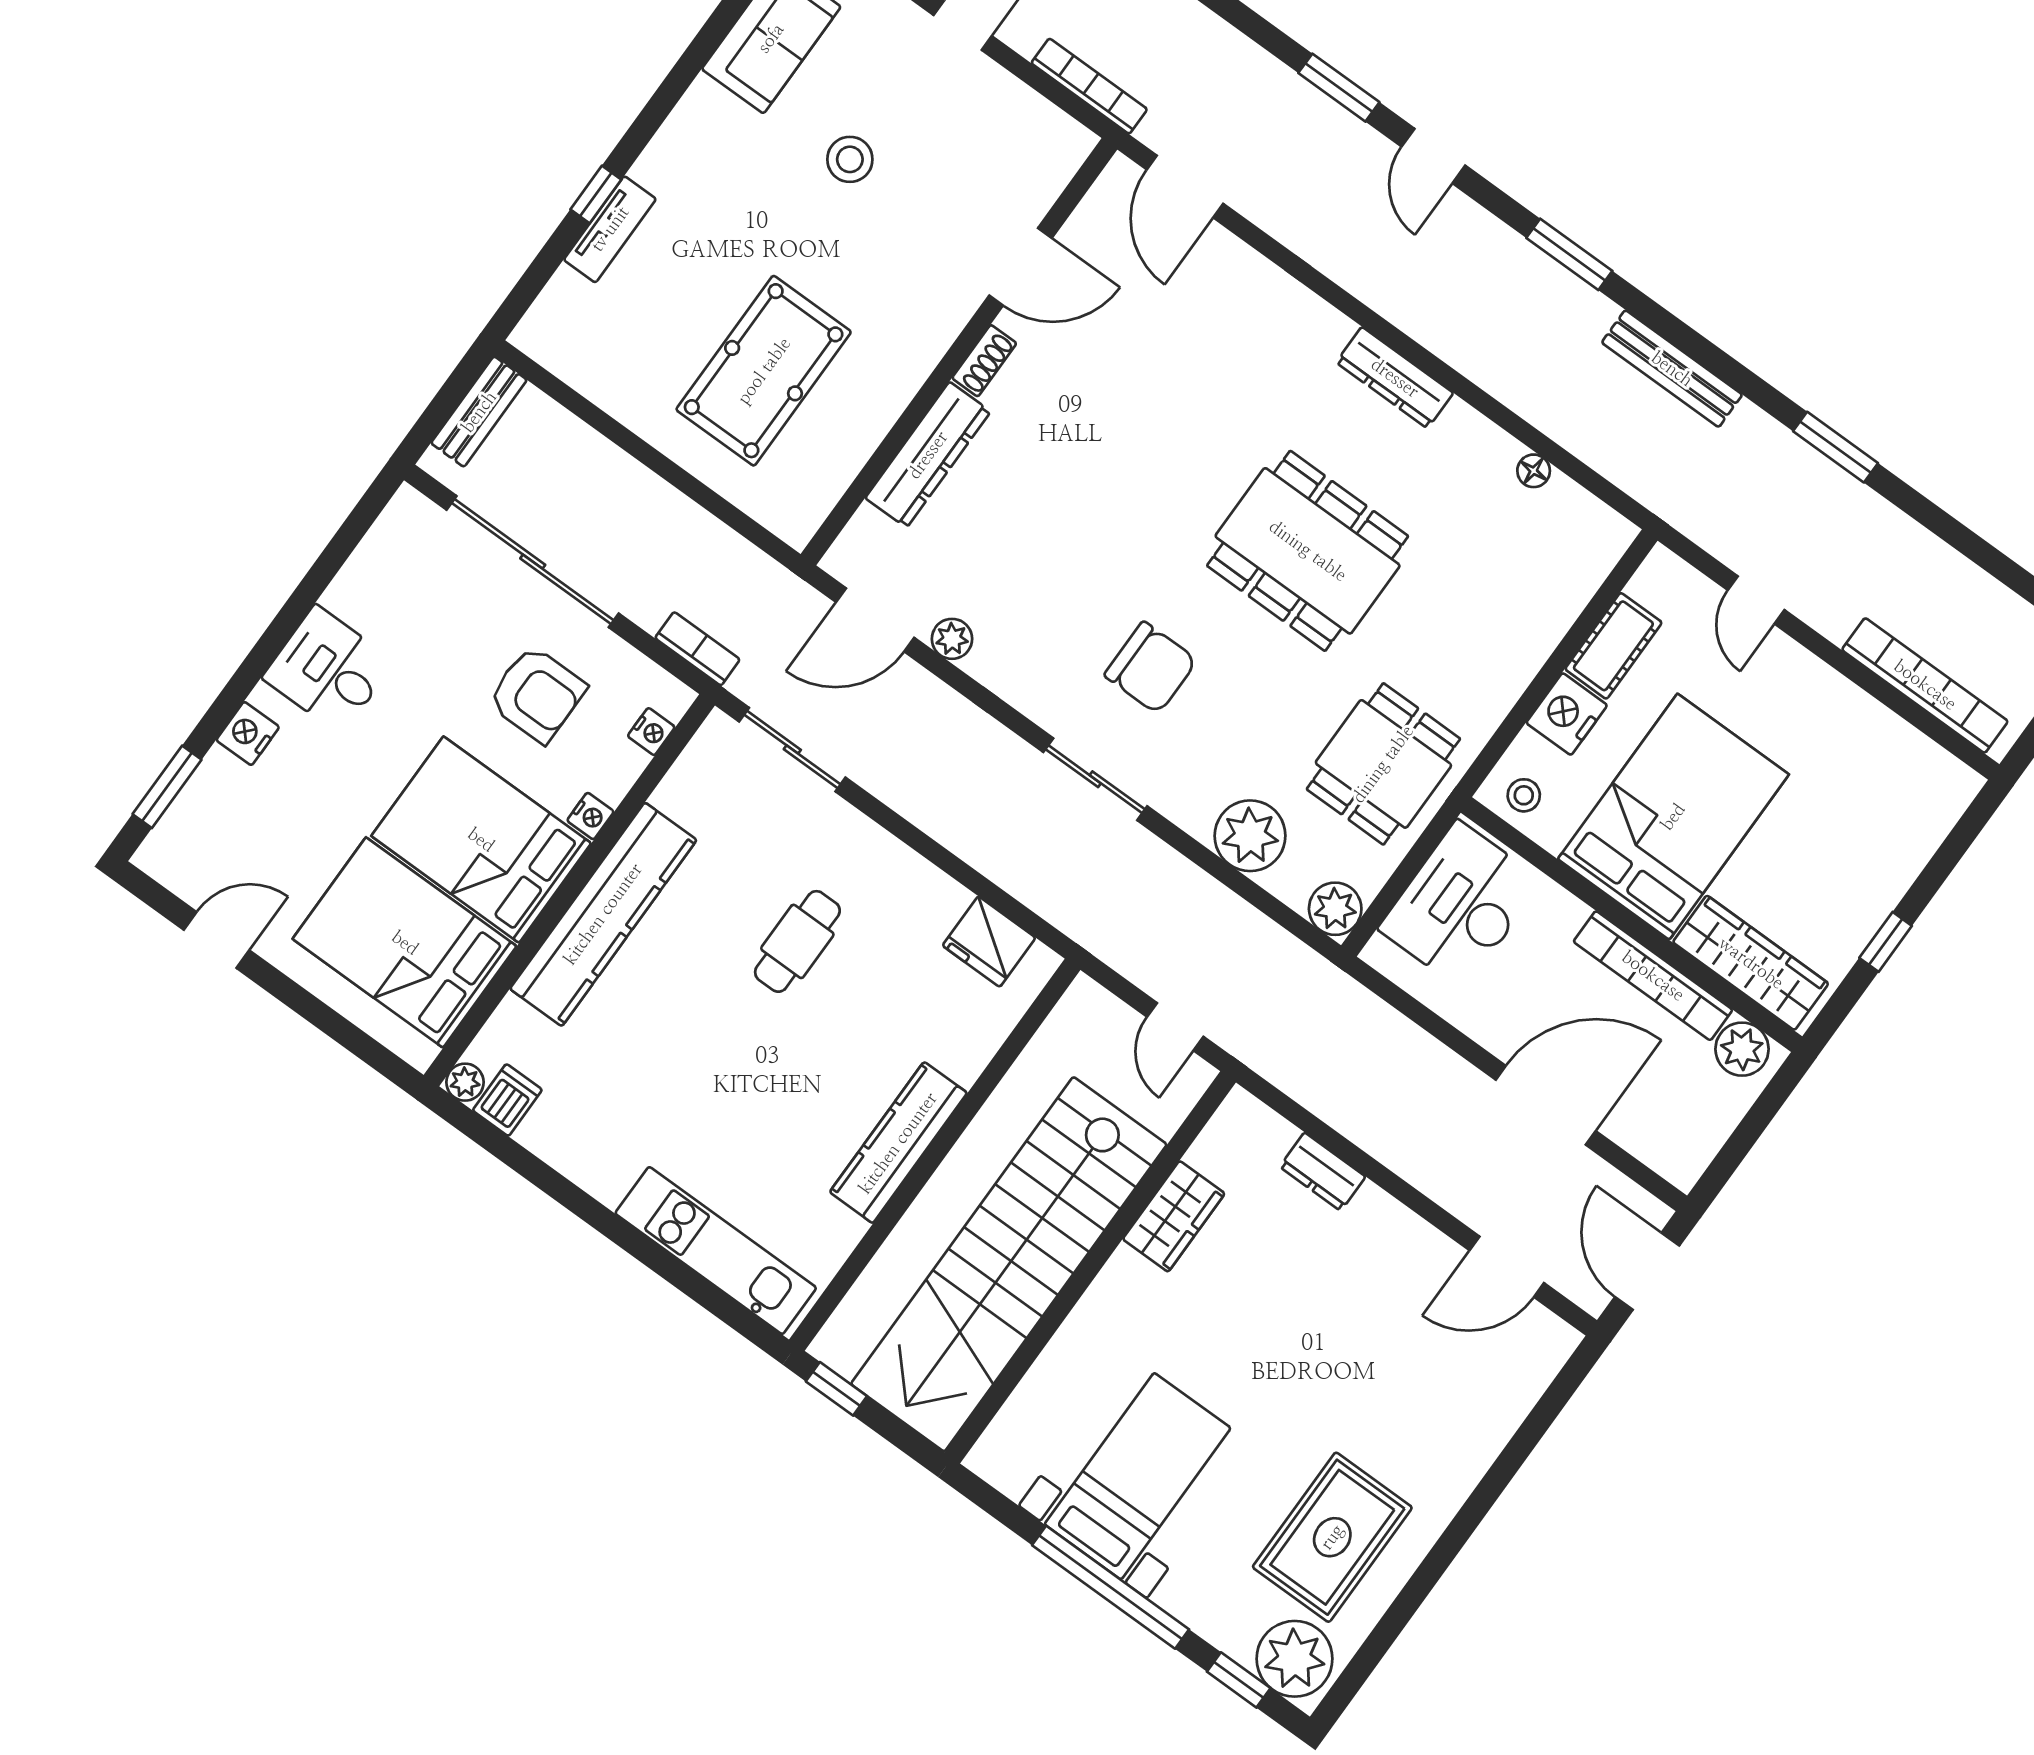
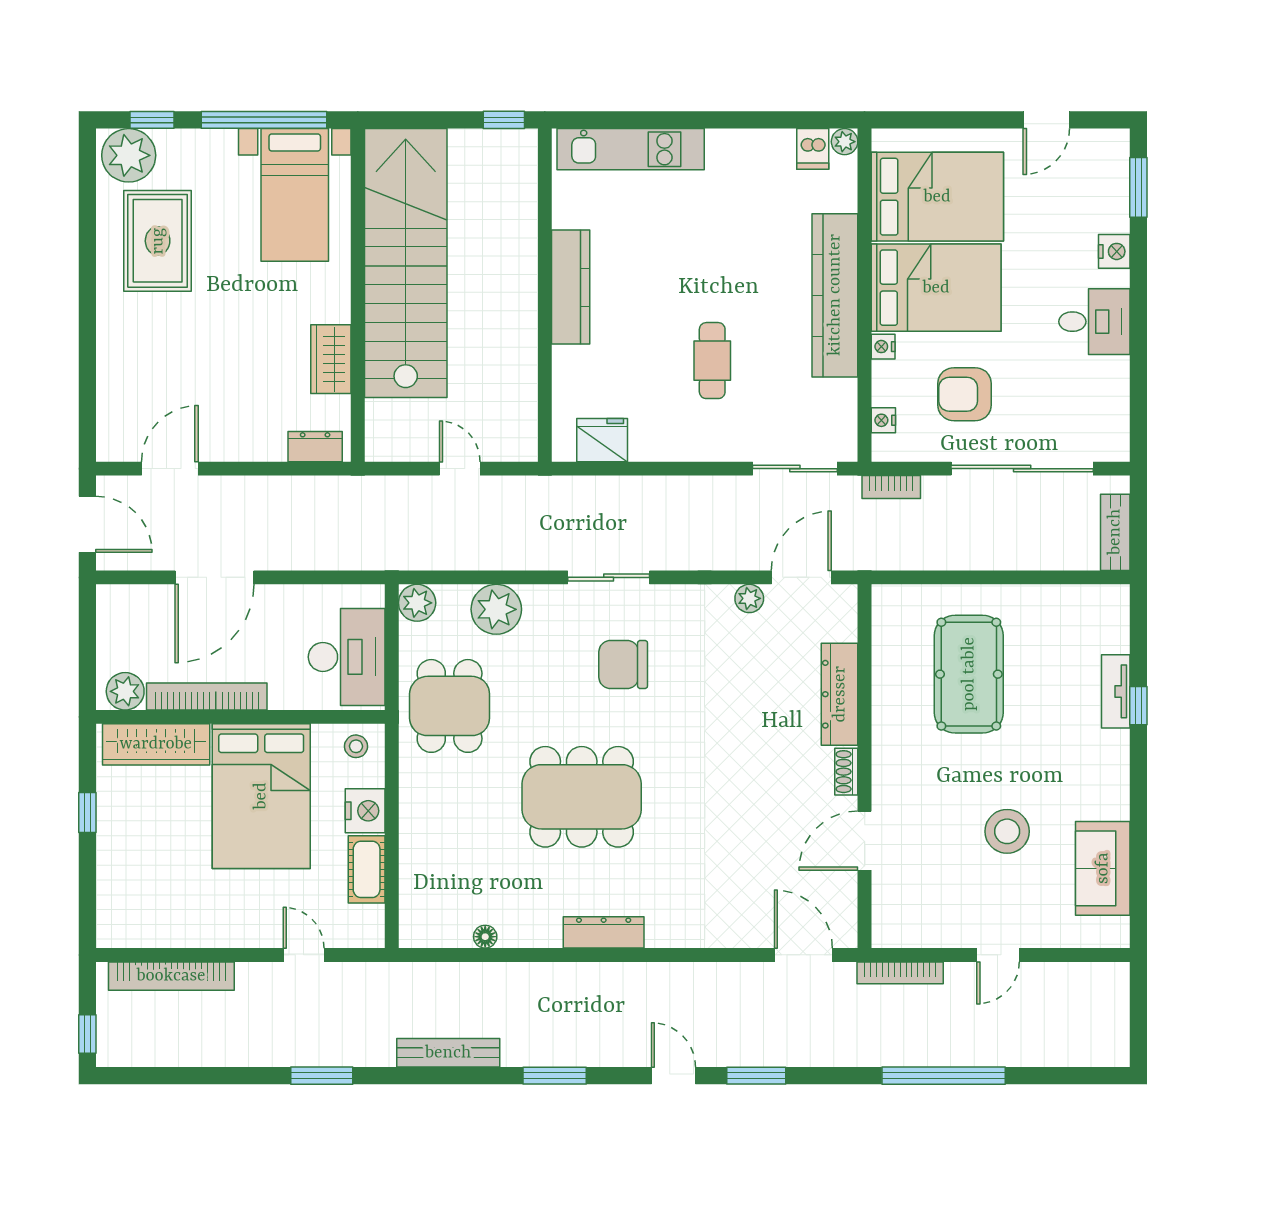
stool: (850, 159) -> (1007, 831), width x1.38, depth x1.38
wardrobe: (1174, 1216) -> (331, 359), moved
stairs: (1009, 1264) -> (406, 263), moved
wall: (1090, 1267) -> (358, 295), moved

